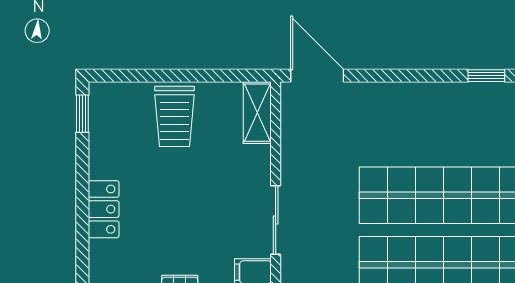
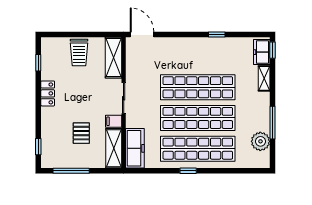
shelving: (257, 113) -> (113, 58), width x1.50, depth x1.33
window: (82, 114) -> (38, 63), moved

